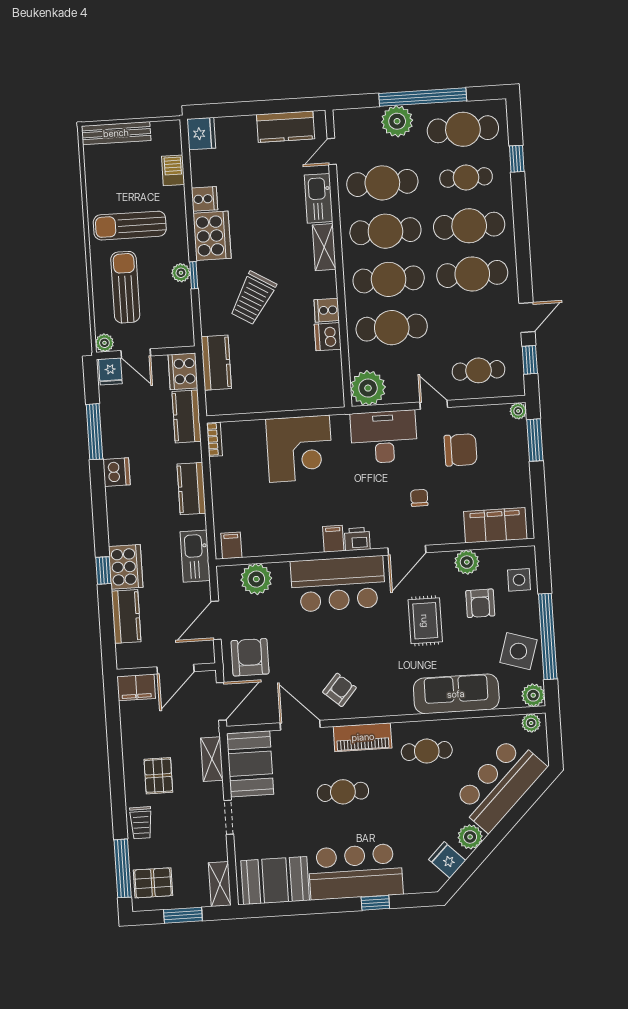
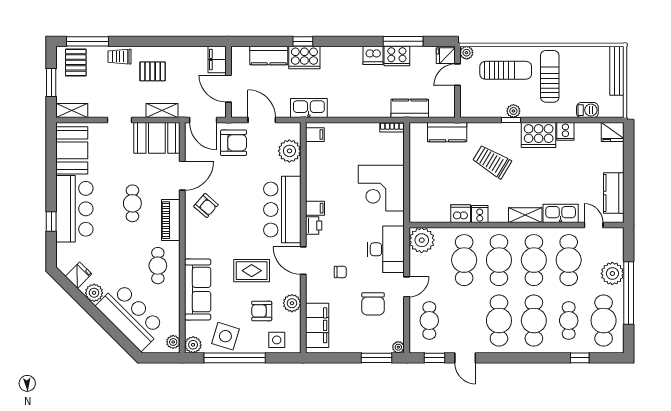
cooker: (183, 371) -> (397, 56), moved, turned 180
kitchen counter: (191, 489) -> (358, 108), removed

